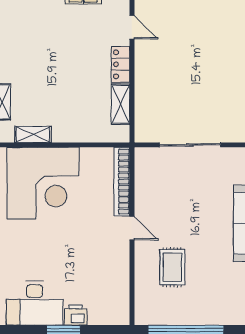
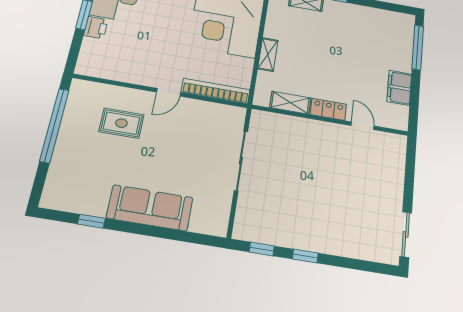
door: (132, 27) -> (363, 126), swing flipped
shelving: (33, 134) -> (268, 54), moved

